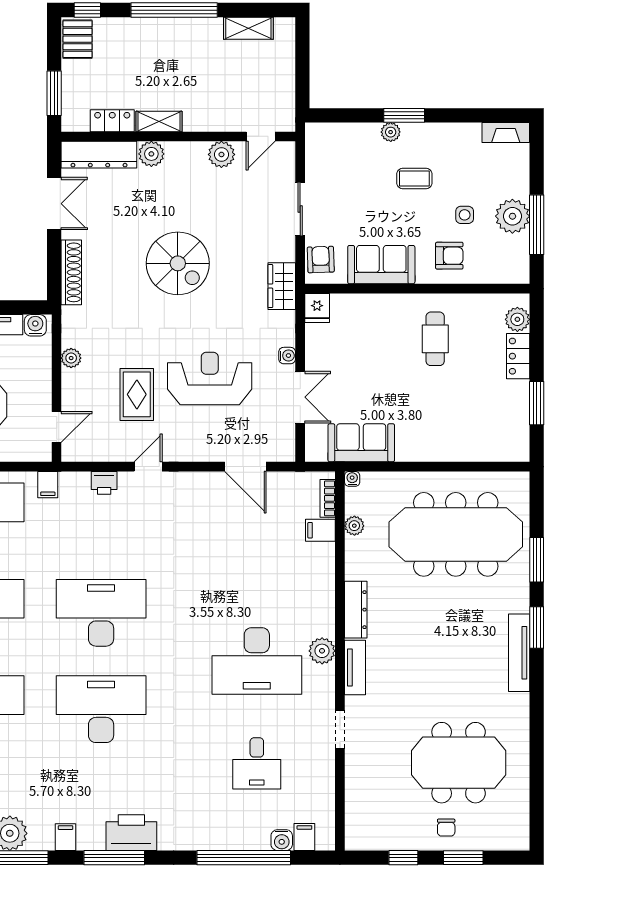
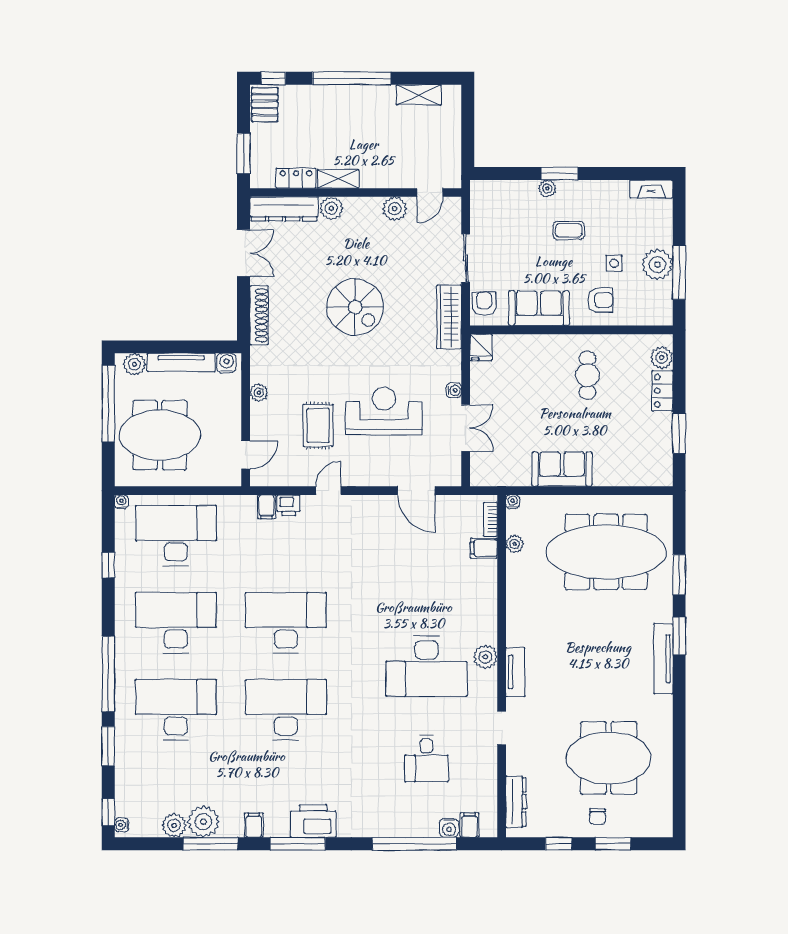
wardrobe: (282, 286) -> (449, 317), width x1.50
sofa: (361, 443) -> (562, 469), moved
filing cabinet: (48, 485) -> (267, 507), moved
dresser: (356, 610) -> (516, 802), moved

